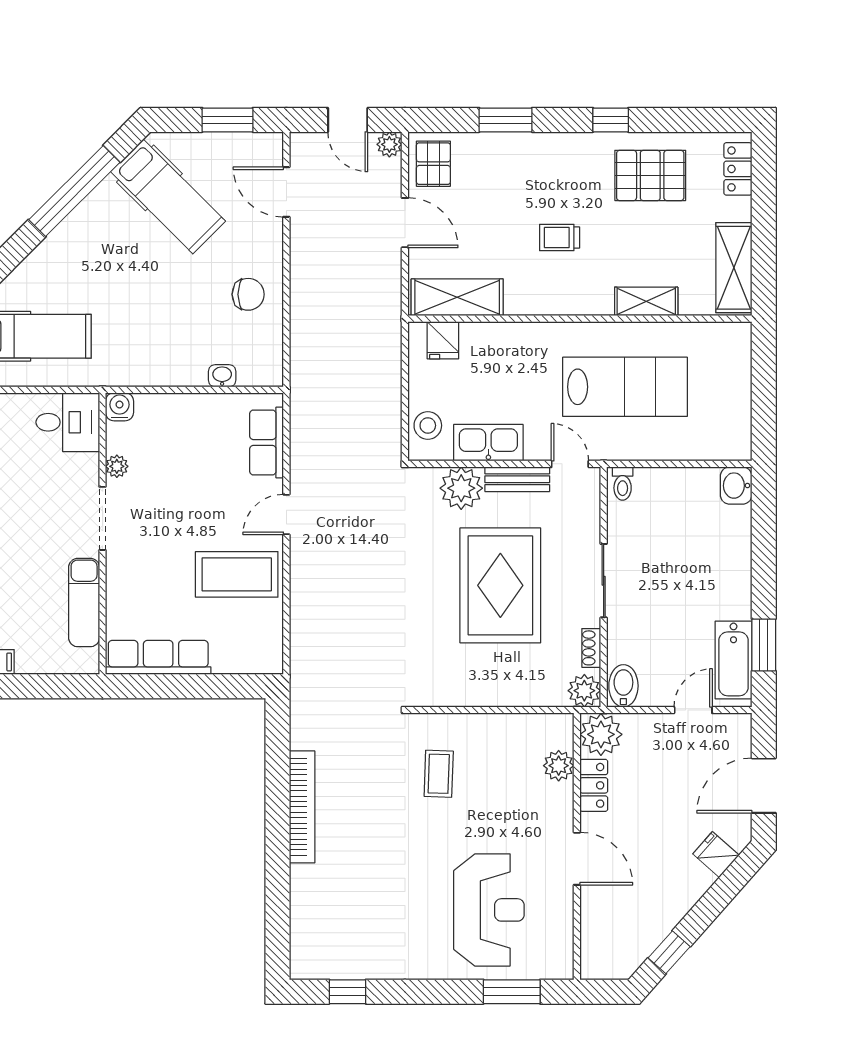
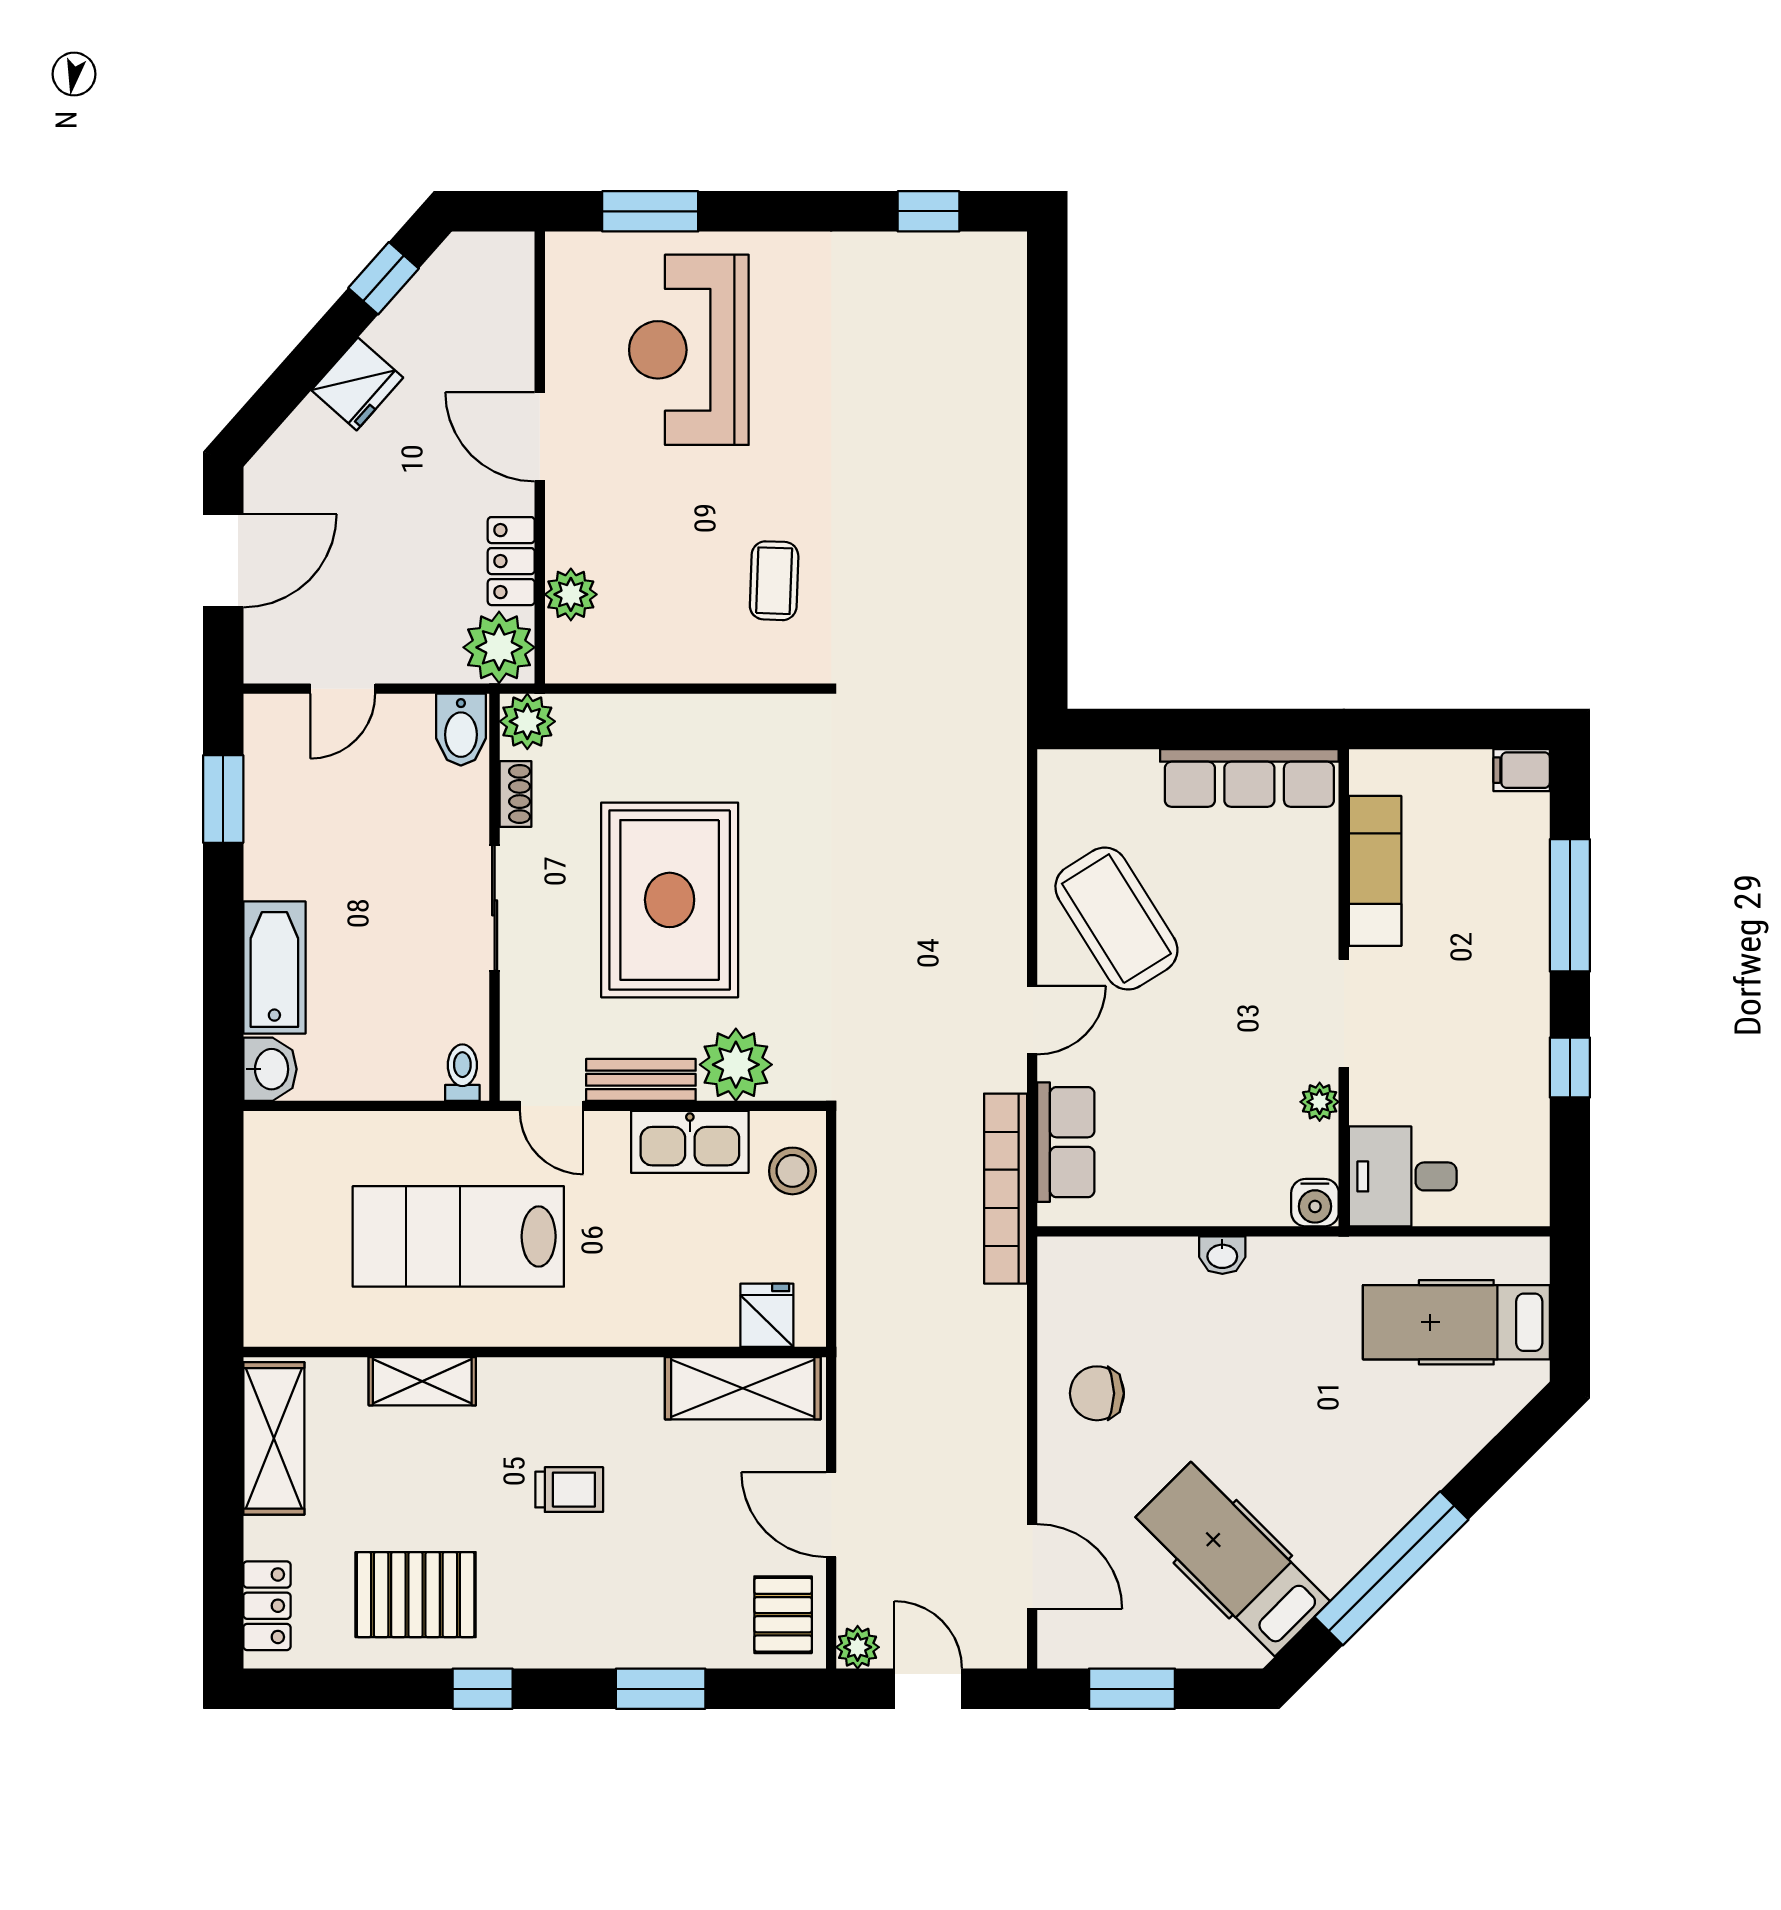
washbasin: (222, 376) -> (1222, 1255), moved
coffee table: (237, 574) -> (1116, 919), turned 58
bathtub: (734, 660) -> (274, 968), moved
bookcase: (302, 807) -> (1006, 1189), moved
fridge: (716, 855) -> (357, 384), moved, width x1.38

